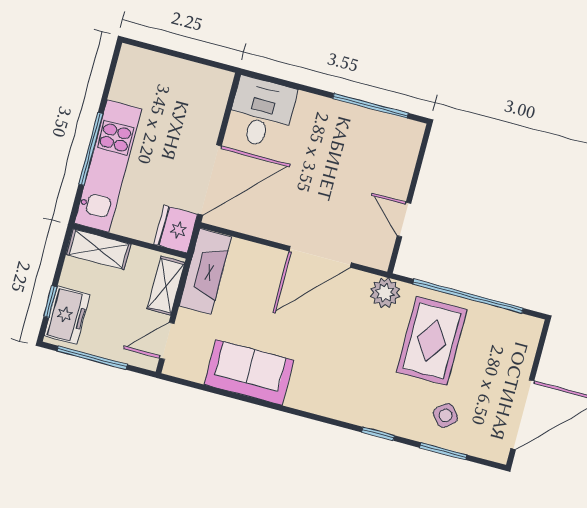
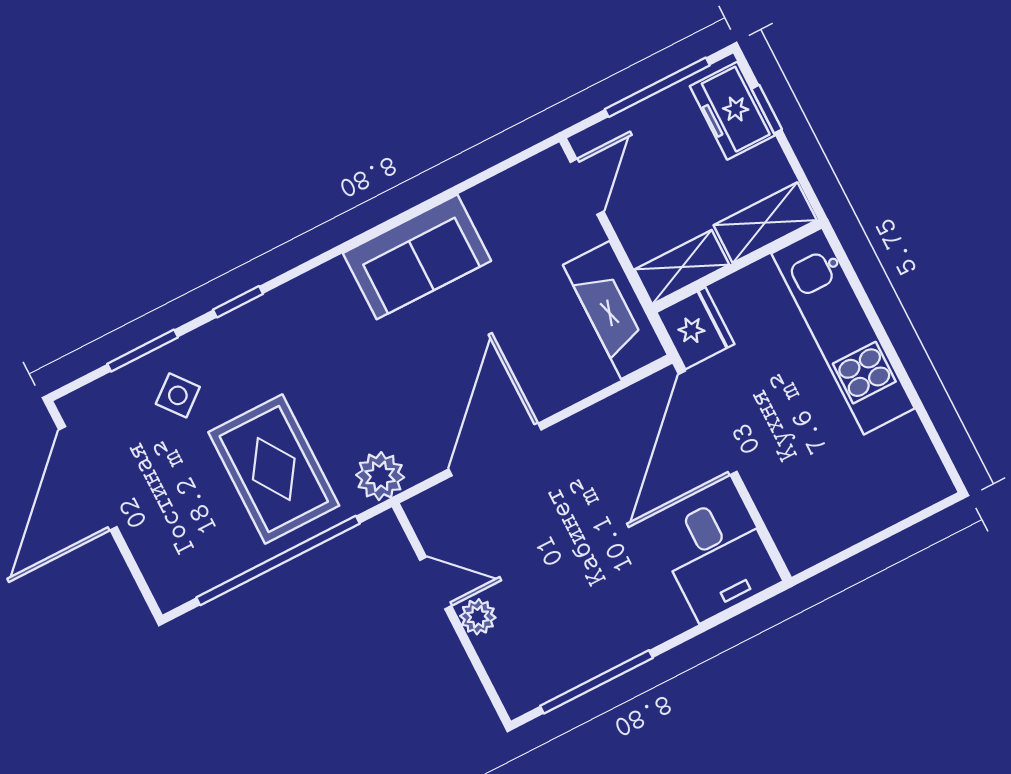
window: (91, 149) -> (881, 333), removed
plant: (398, 186) -> (478, 617), added
shelving: (166, 286) -> (682, 267), moved, turned 90
sofa: (249, 372) -> (417, 257), moved

